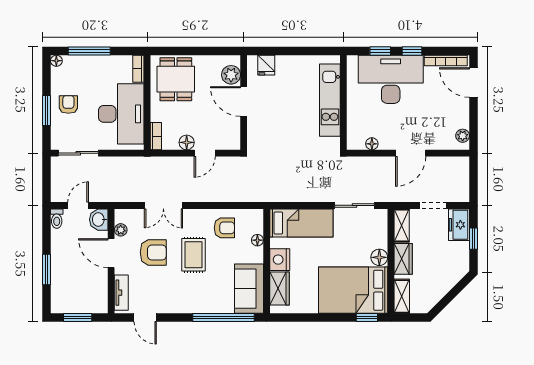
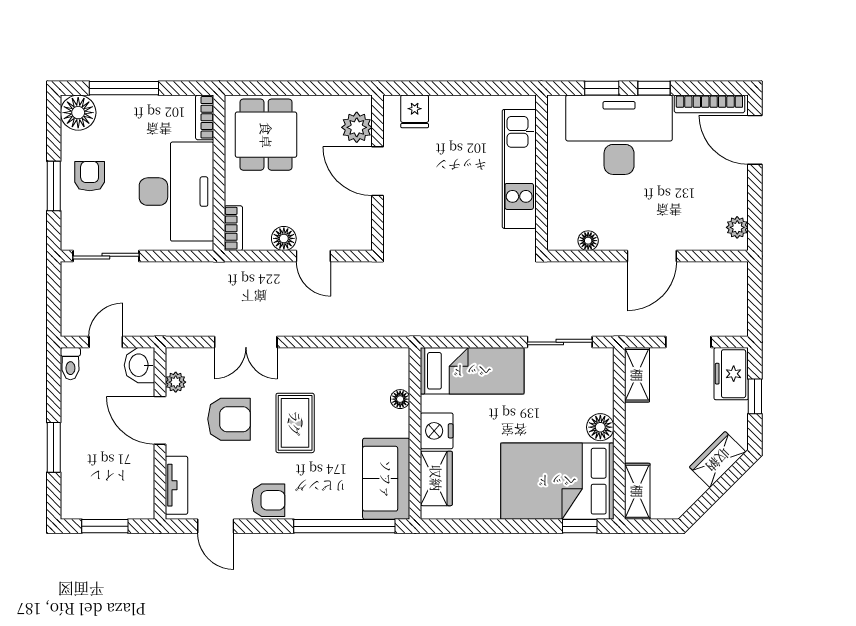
floor lamp: (56, 61) -> (78, 113), width x1.89, depth x1.89
door: (205, 153) -> (313, 256), hinge flipped
armchair: (224, 228) -> (268, 500), moved
wardrobe: (403, 259) -> (718, 460), moved, turned -135

